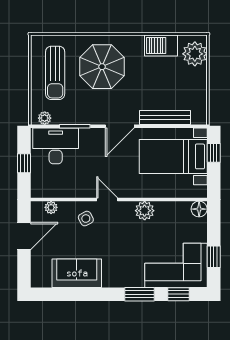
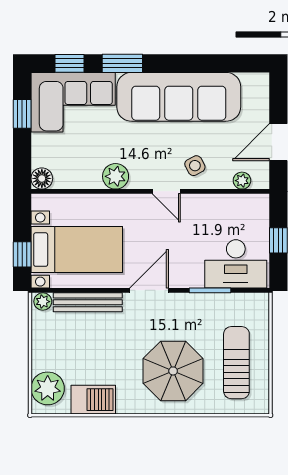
plant: (45, 118) -> (43, 302), moved
sofa: (77, 273) -> (179, 97), width x1.85, depth x1.27

